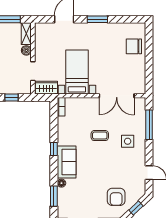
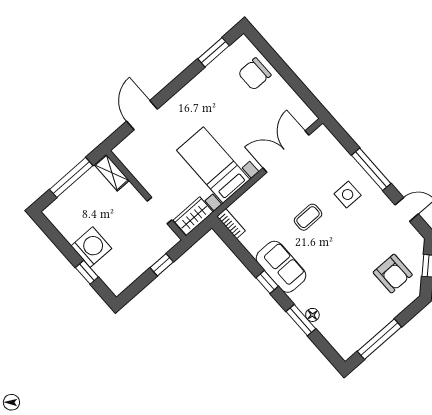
window: (97, 19) -> (213, 52), moved
boiler: (26, 50) -> (130, 193), removed
double door: (117, 96) -> (286, 152), swing flipped
window: (149, 125) -> (371, 169), moved
sofa: (67, 162) -> (281, 267), moved
window: (54, 196) -> (301, 320), moved

